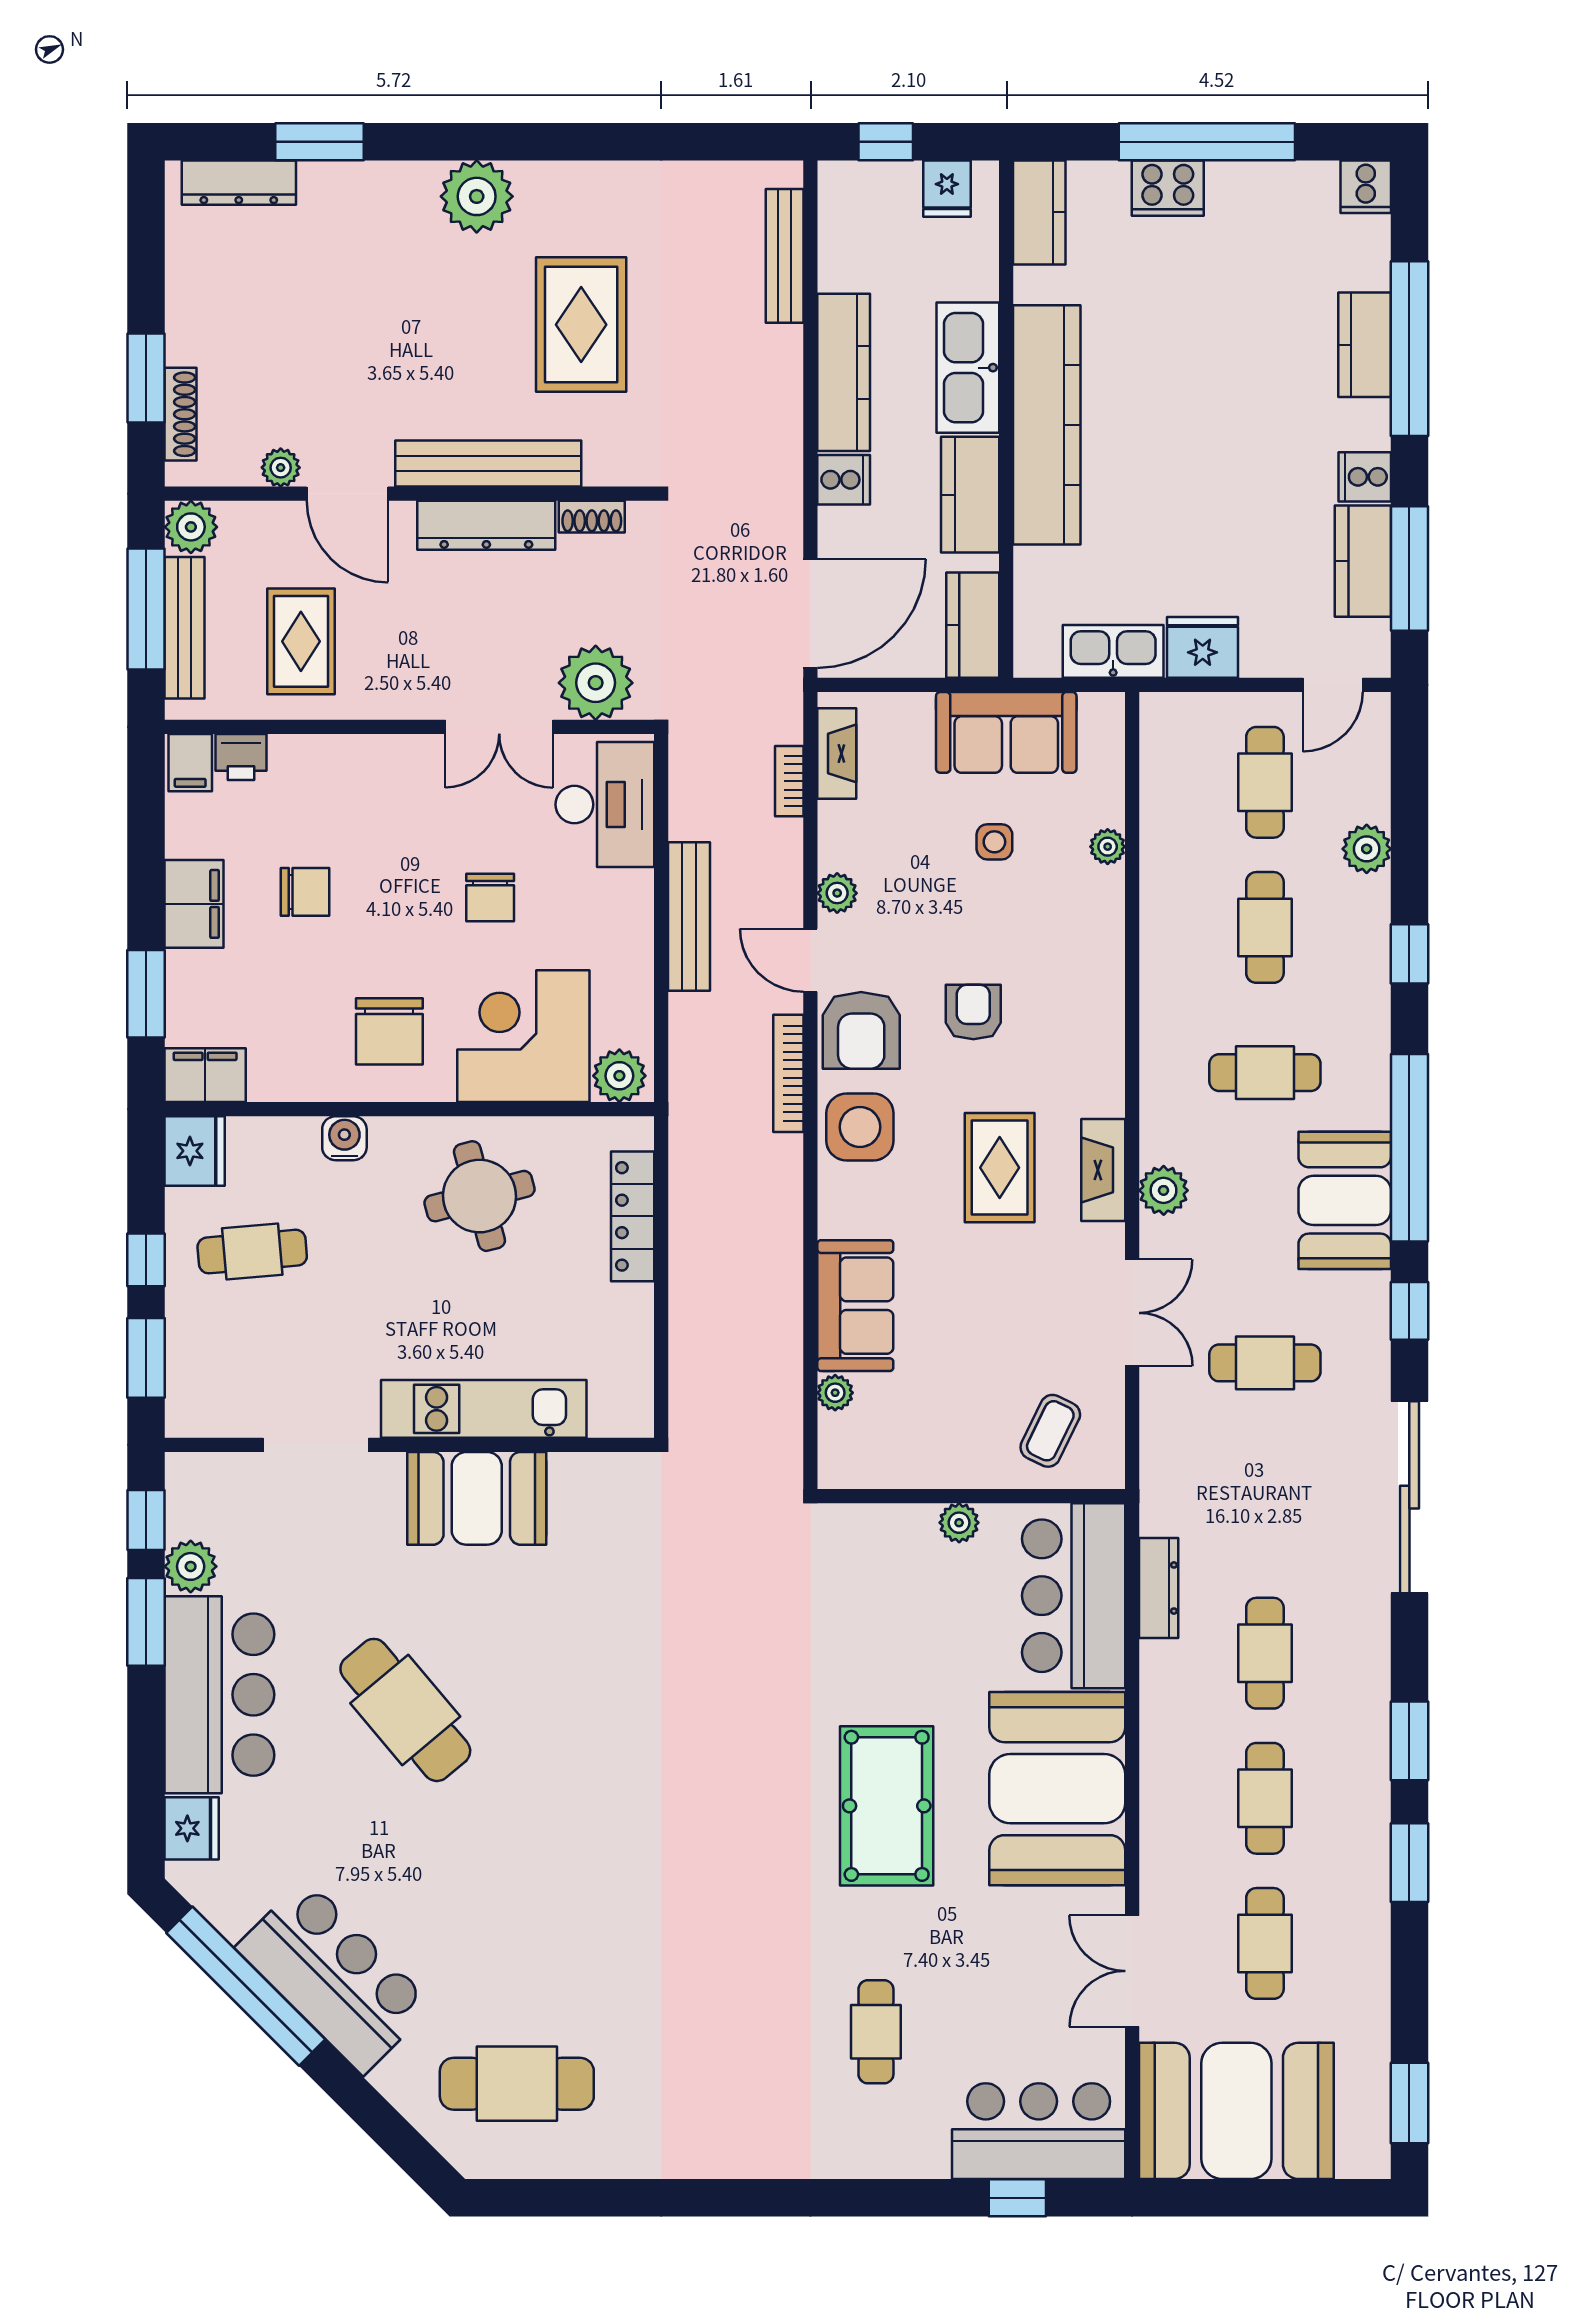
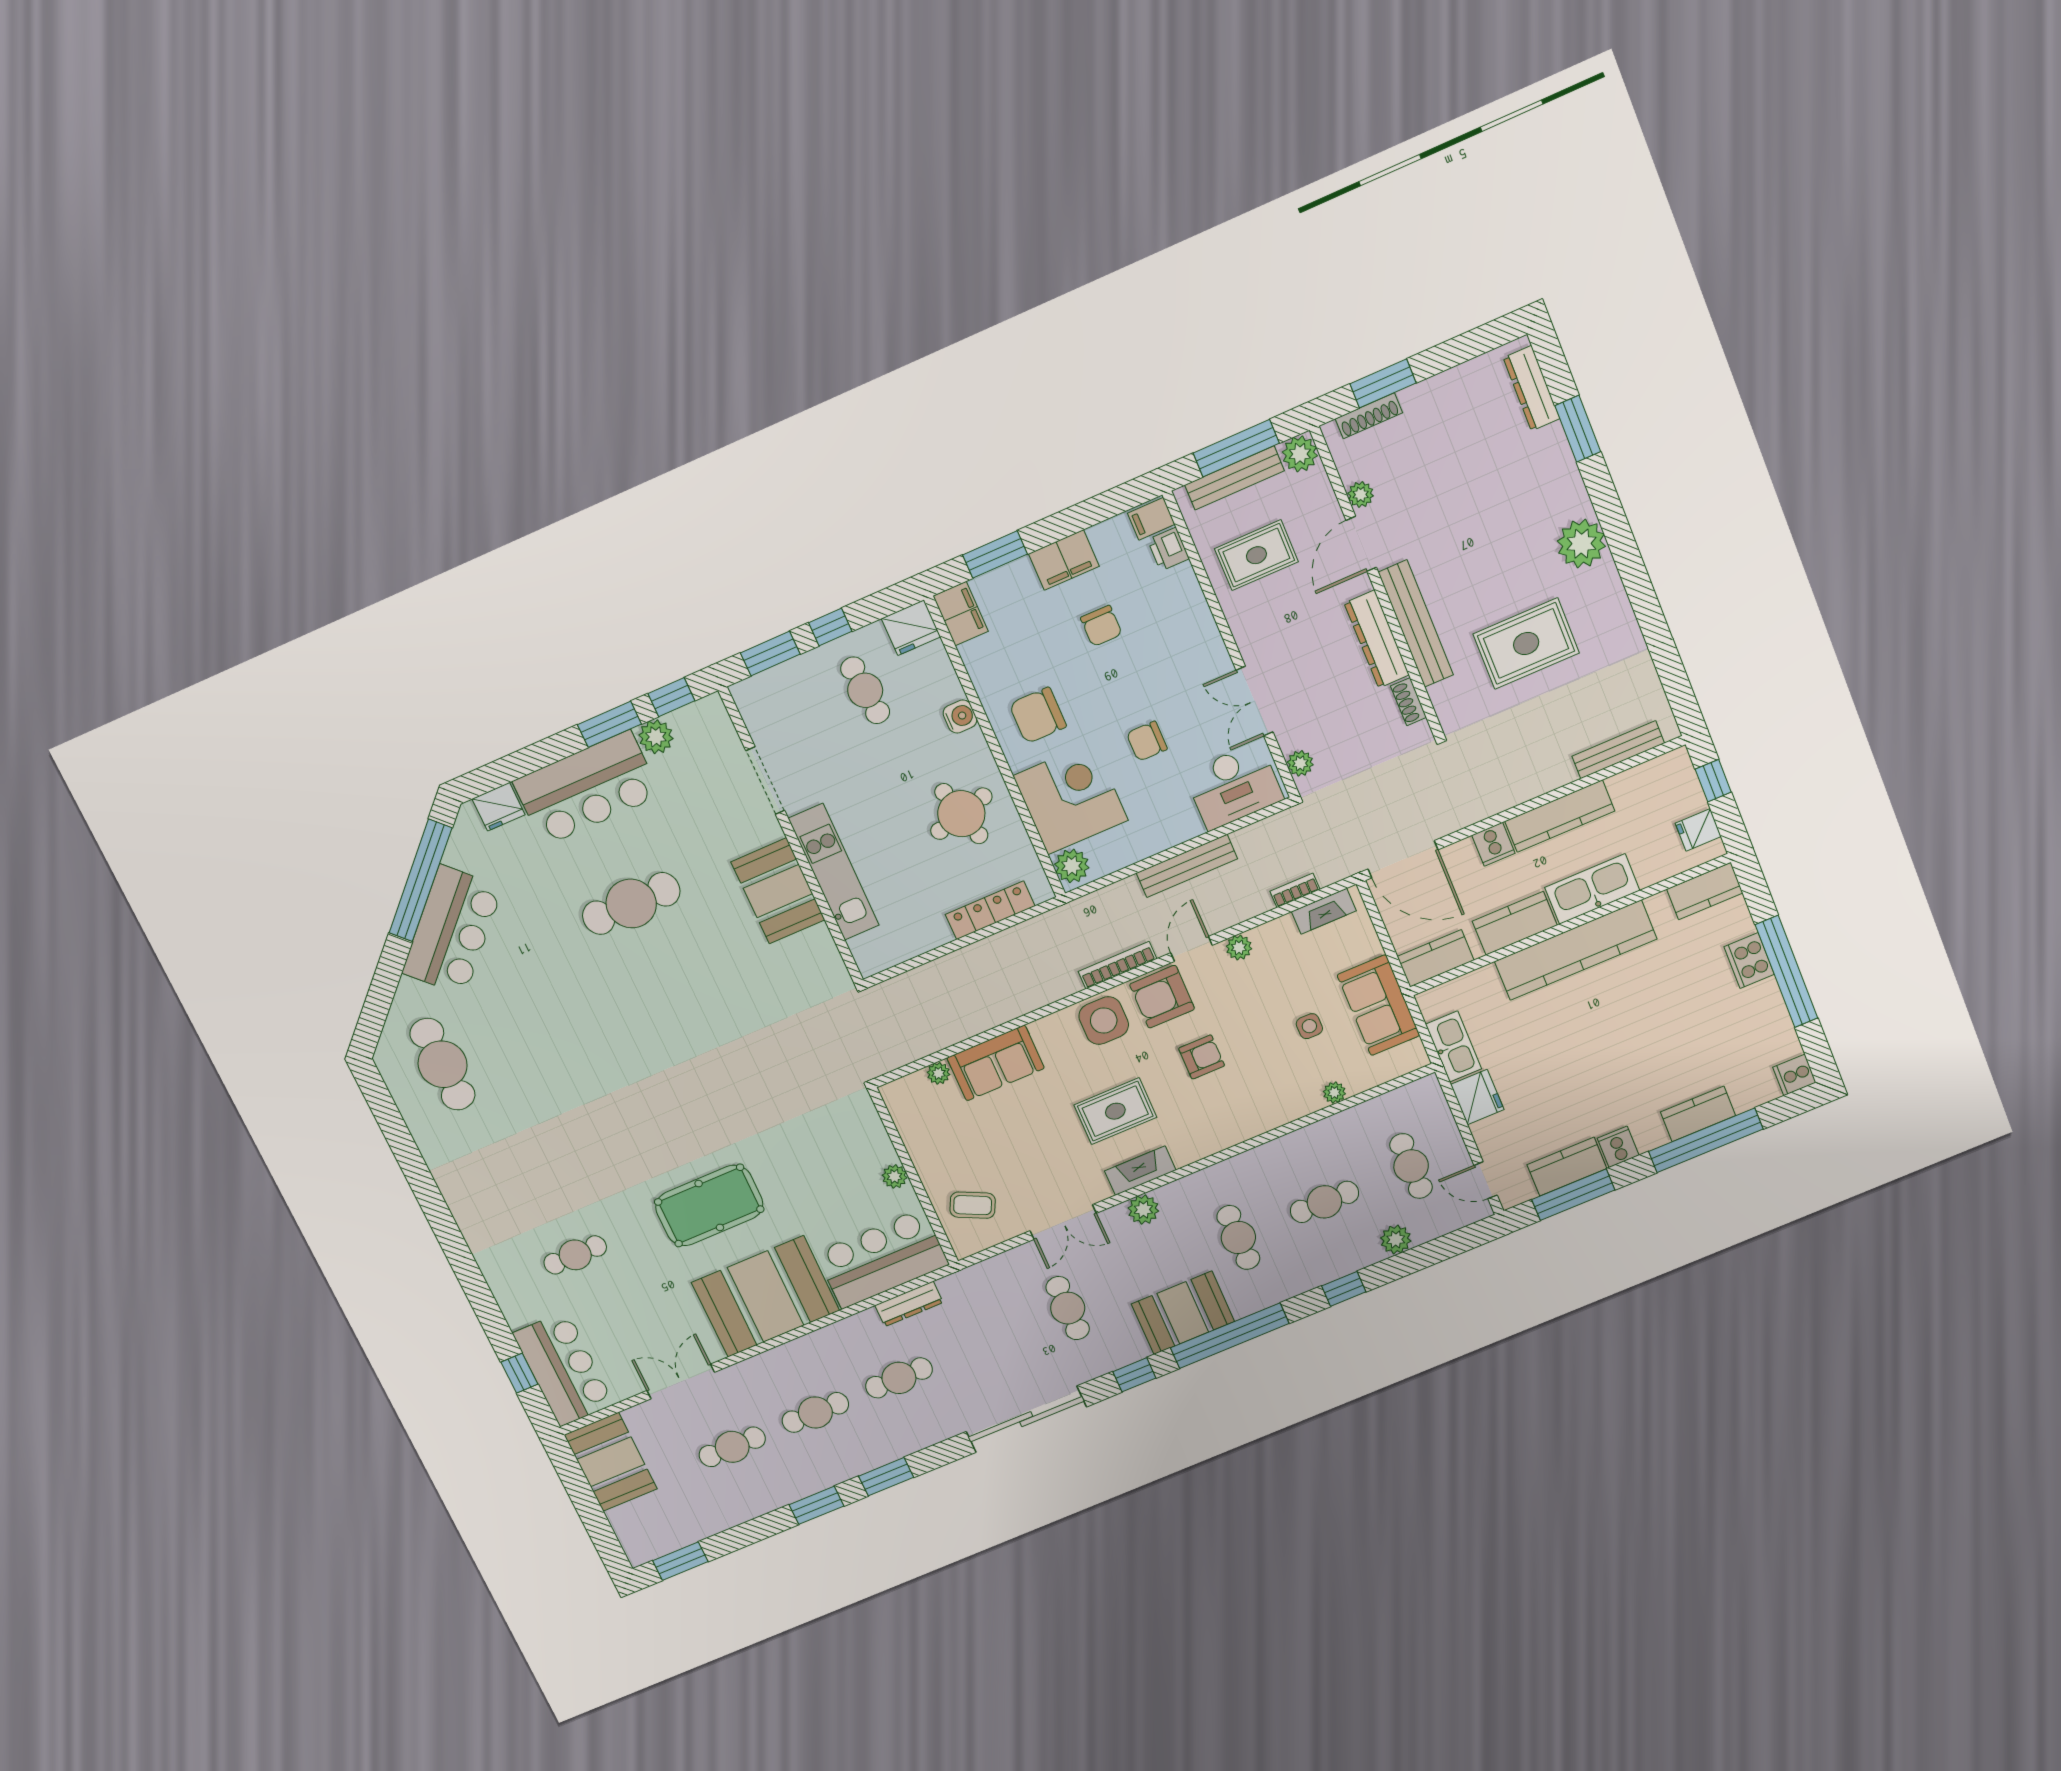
plant: (596, 683) -> (1300, 763), width x0.53, depth x0.53
cafe table: (1265, 782) -> (1411, 1166), turned 90
cafe table: (405, 1710) -> (631, 903), turned 40
booth: (1236, 2111) -> (611, 1462), width x0.73, depth x0.70

